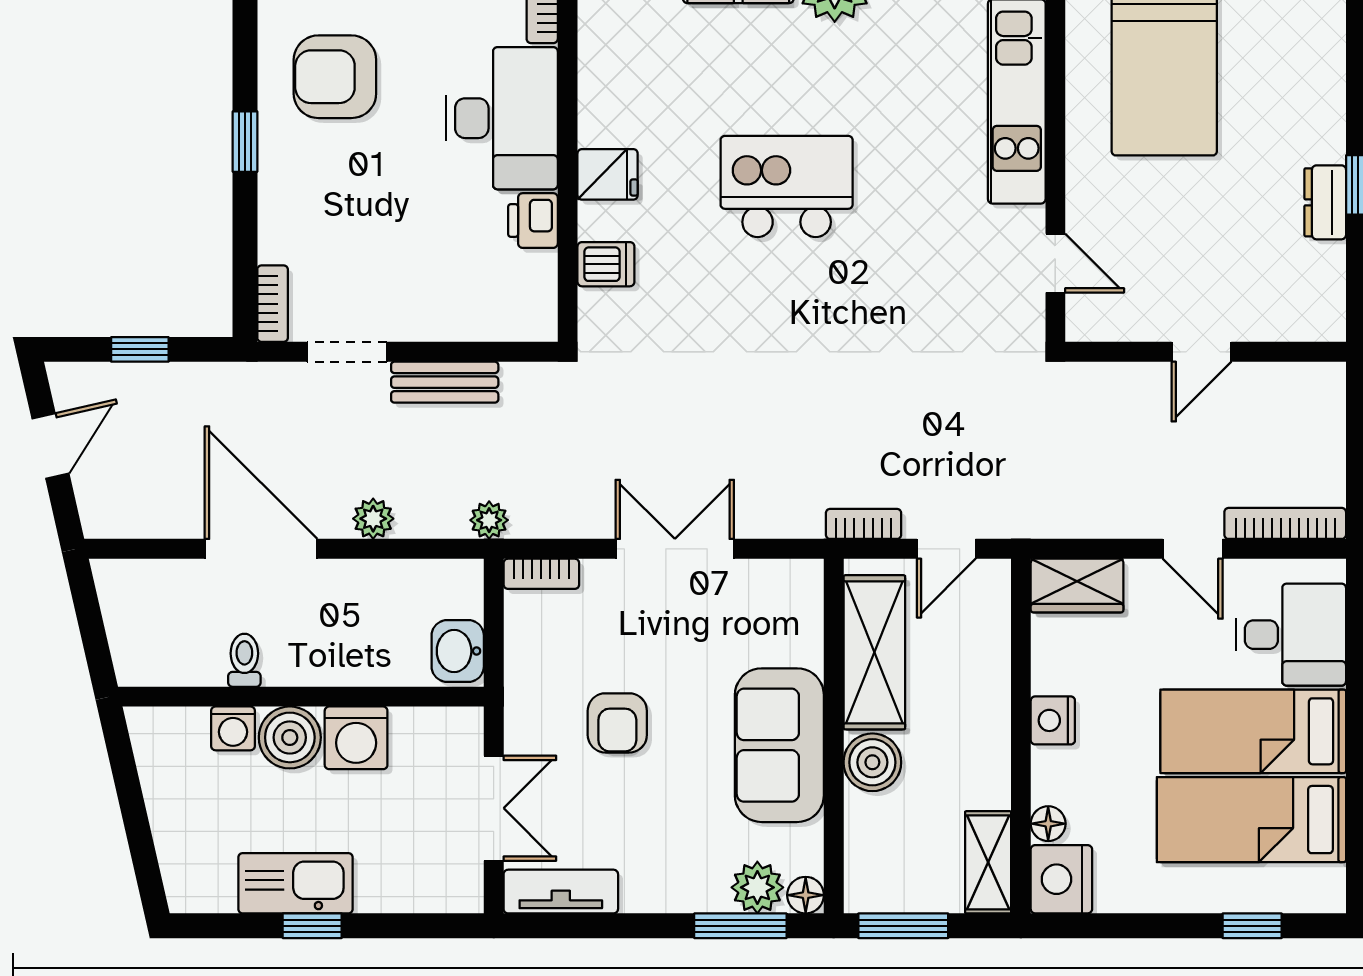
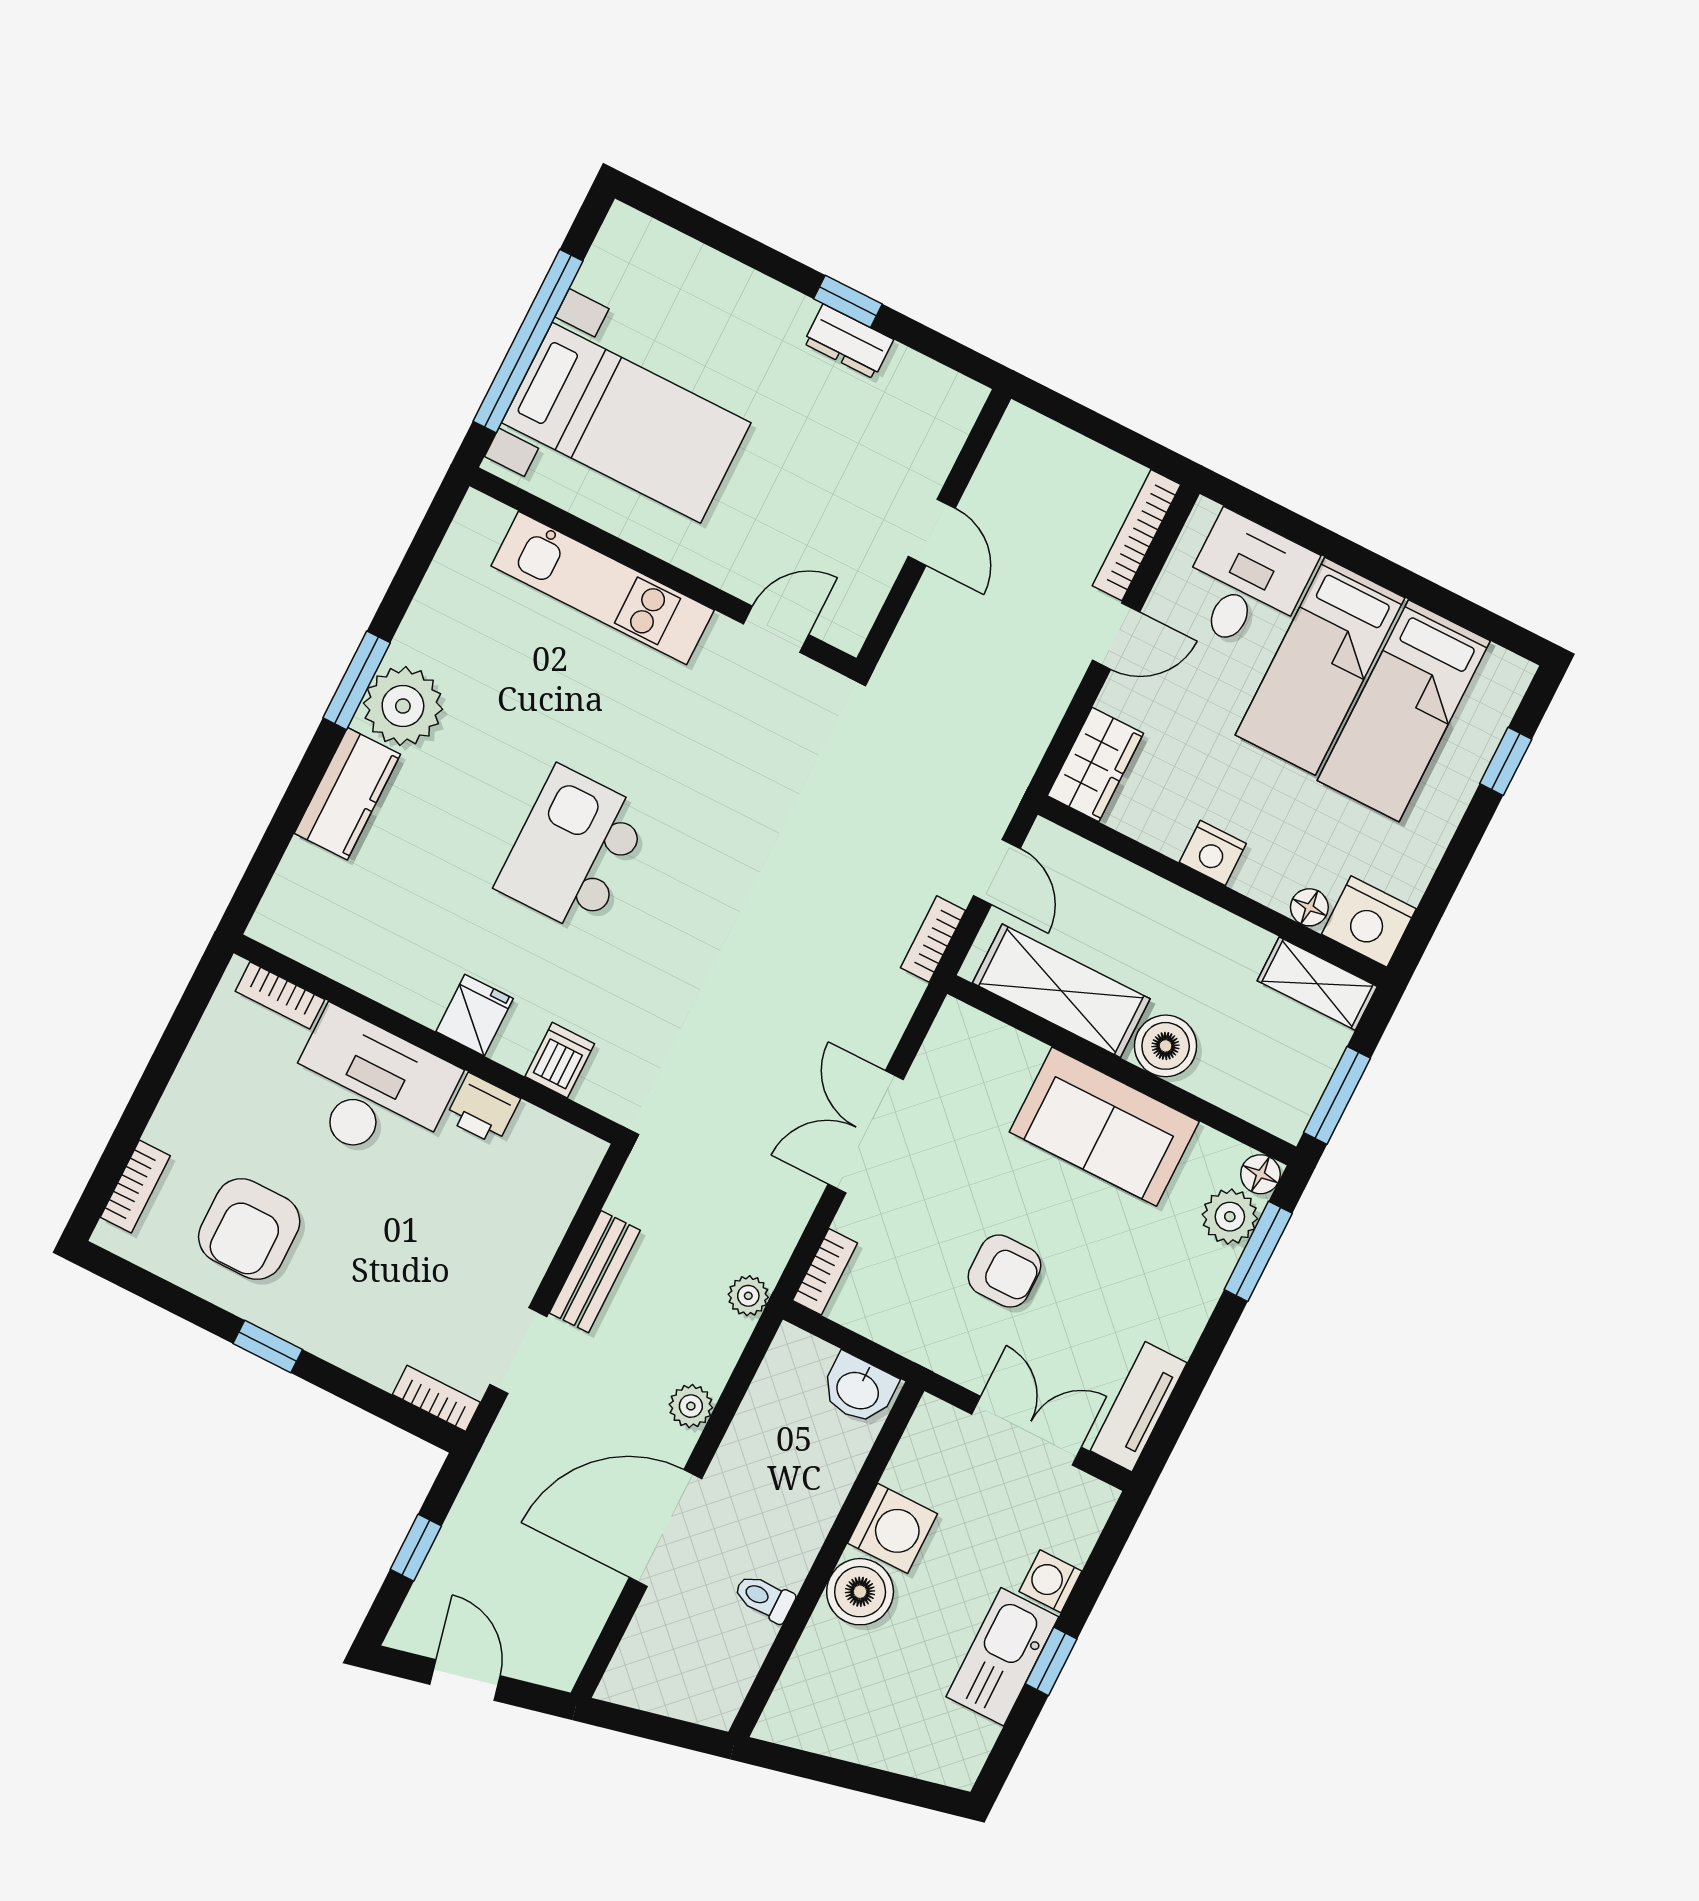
washing machine: (233, 728) -> (1050, 1581), moved, turned 180

